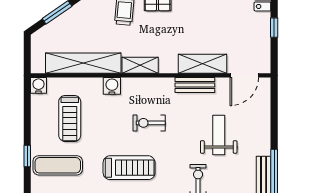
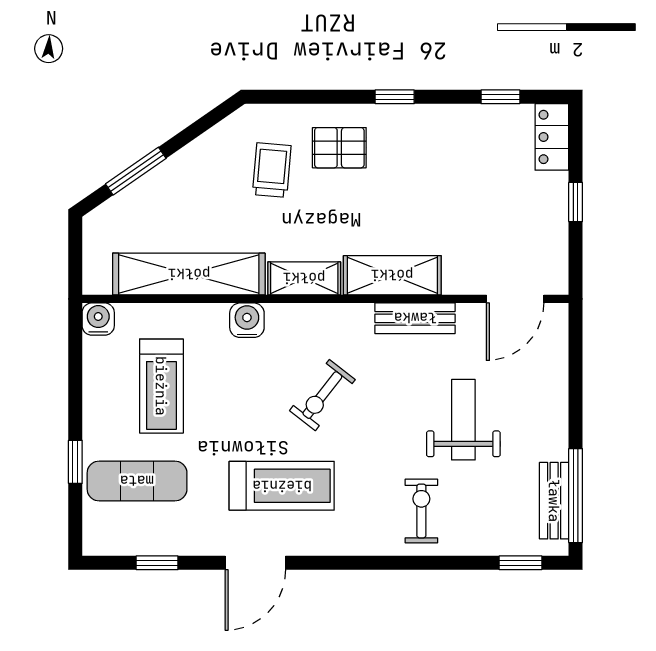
shelving: (203, 64) -> (392, 275), moved
exercise bike: (149, 123) -> (322, 395), turned -52

